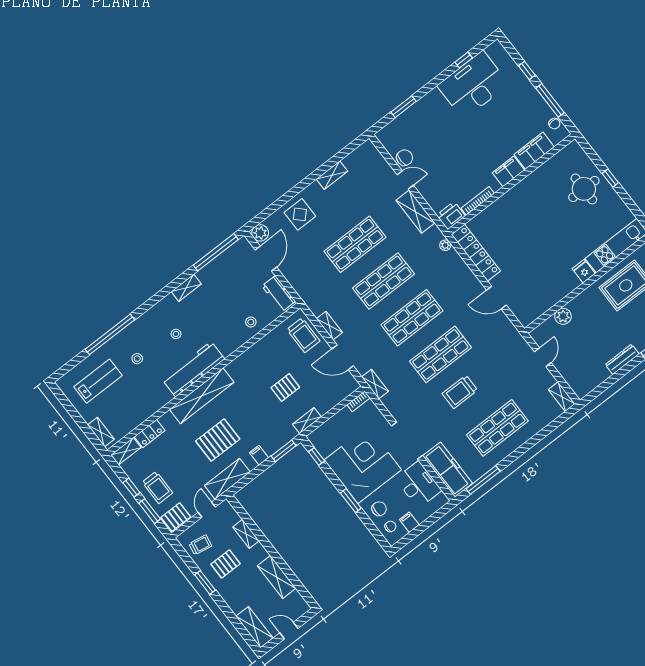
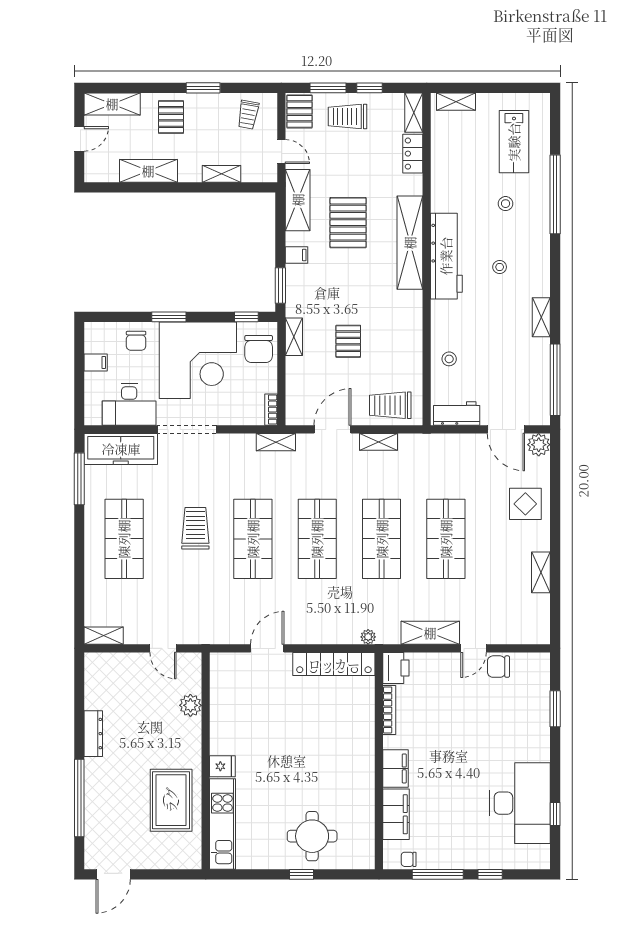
chair: (405, 158) -> (498, 667), turned 90
chair: (390, 526) -> (259, 349), moved, width x1.87, depth x1.87
pallet: (226, 564) -> (171, 117), moved

